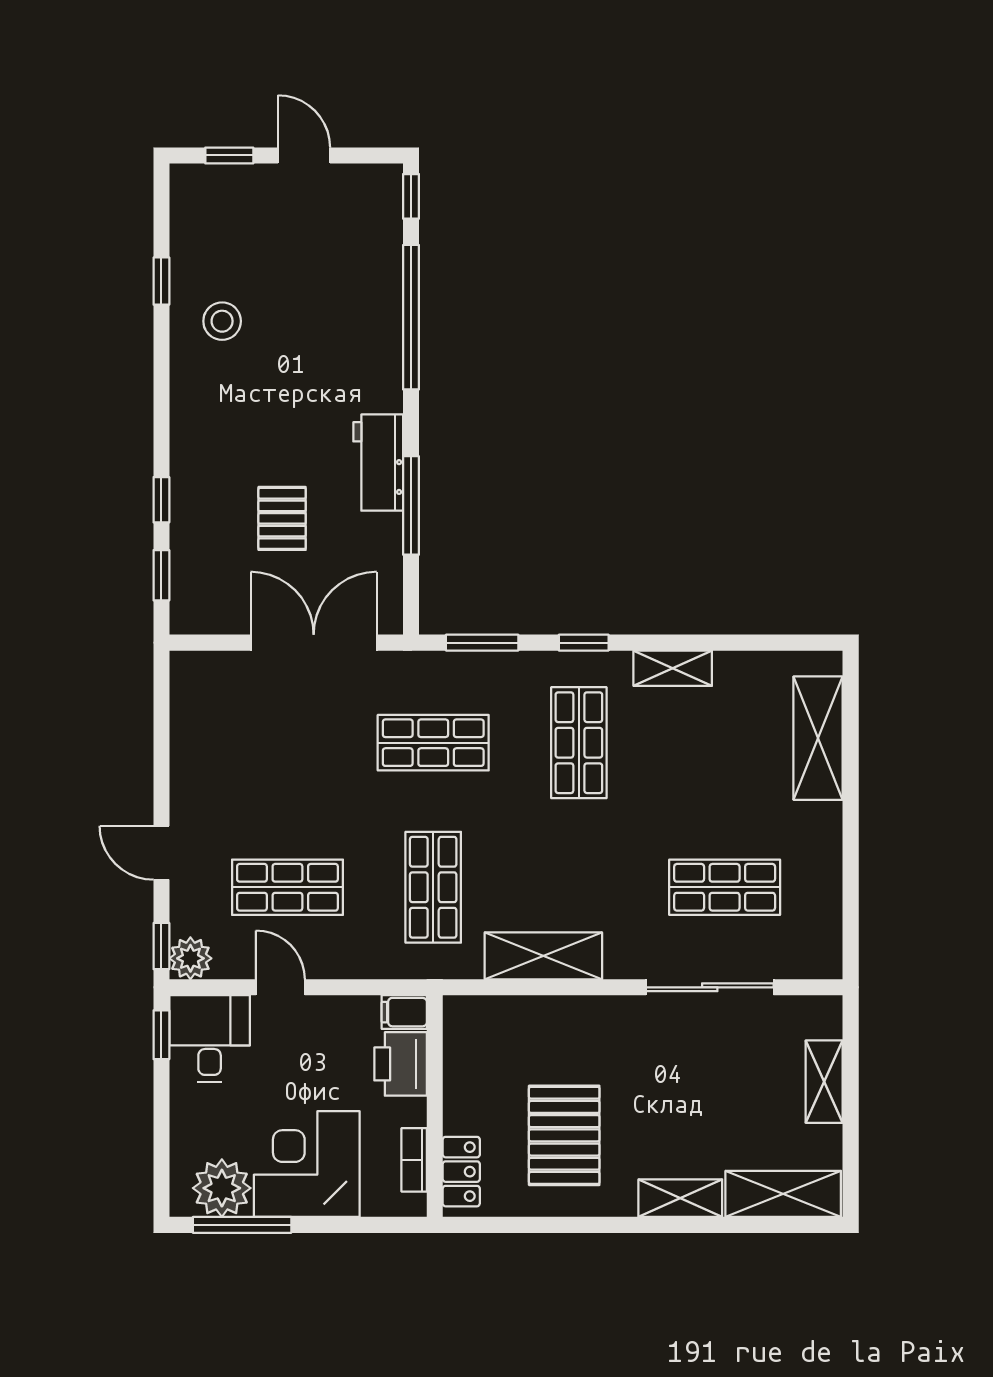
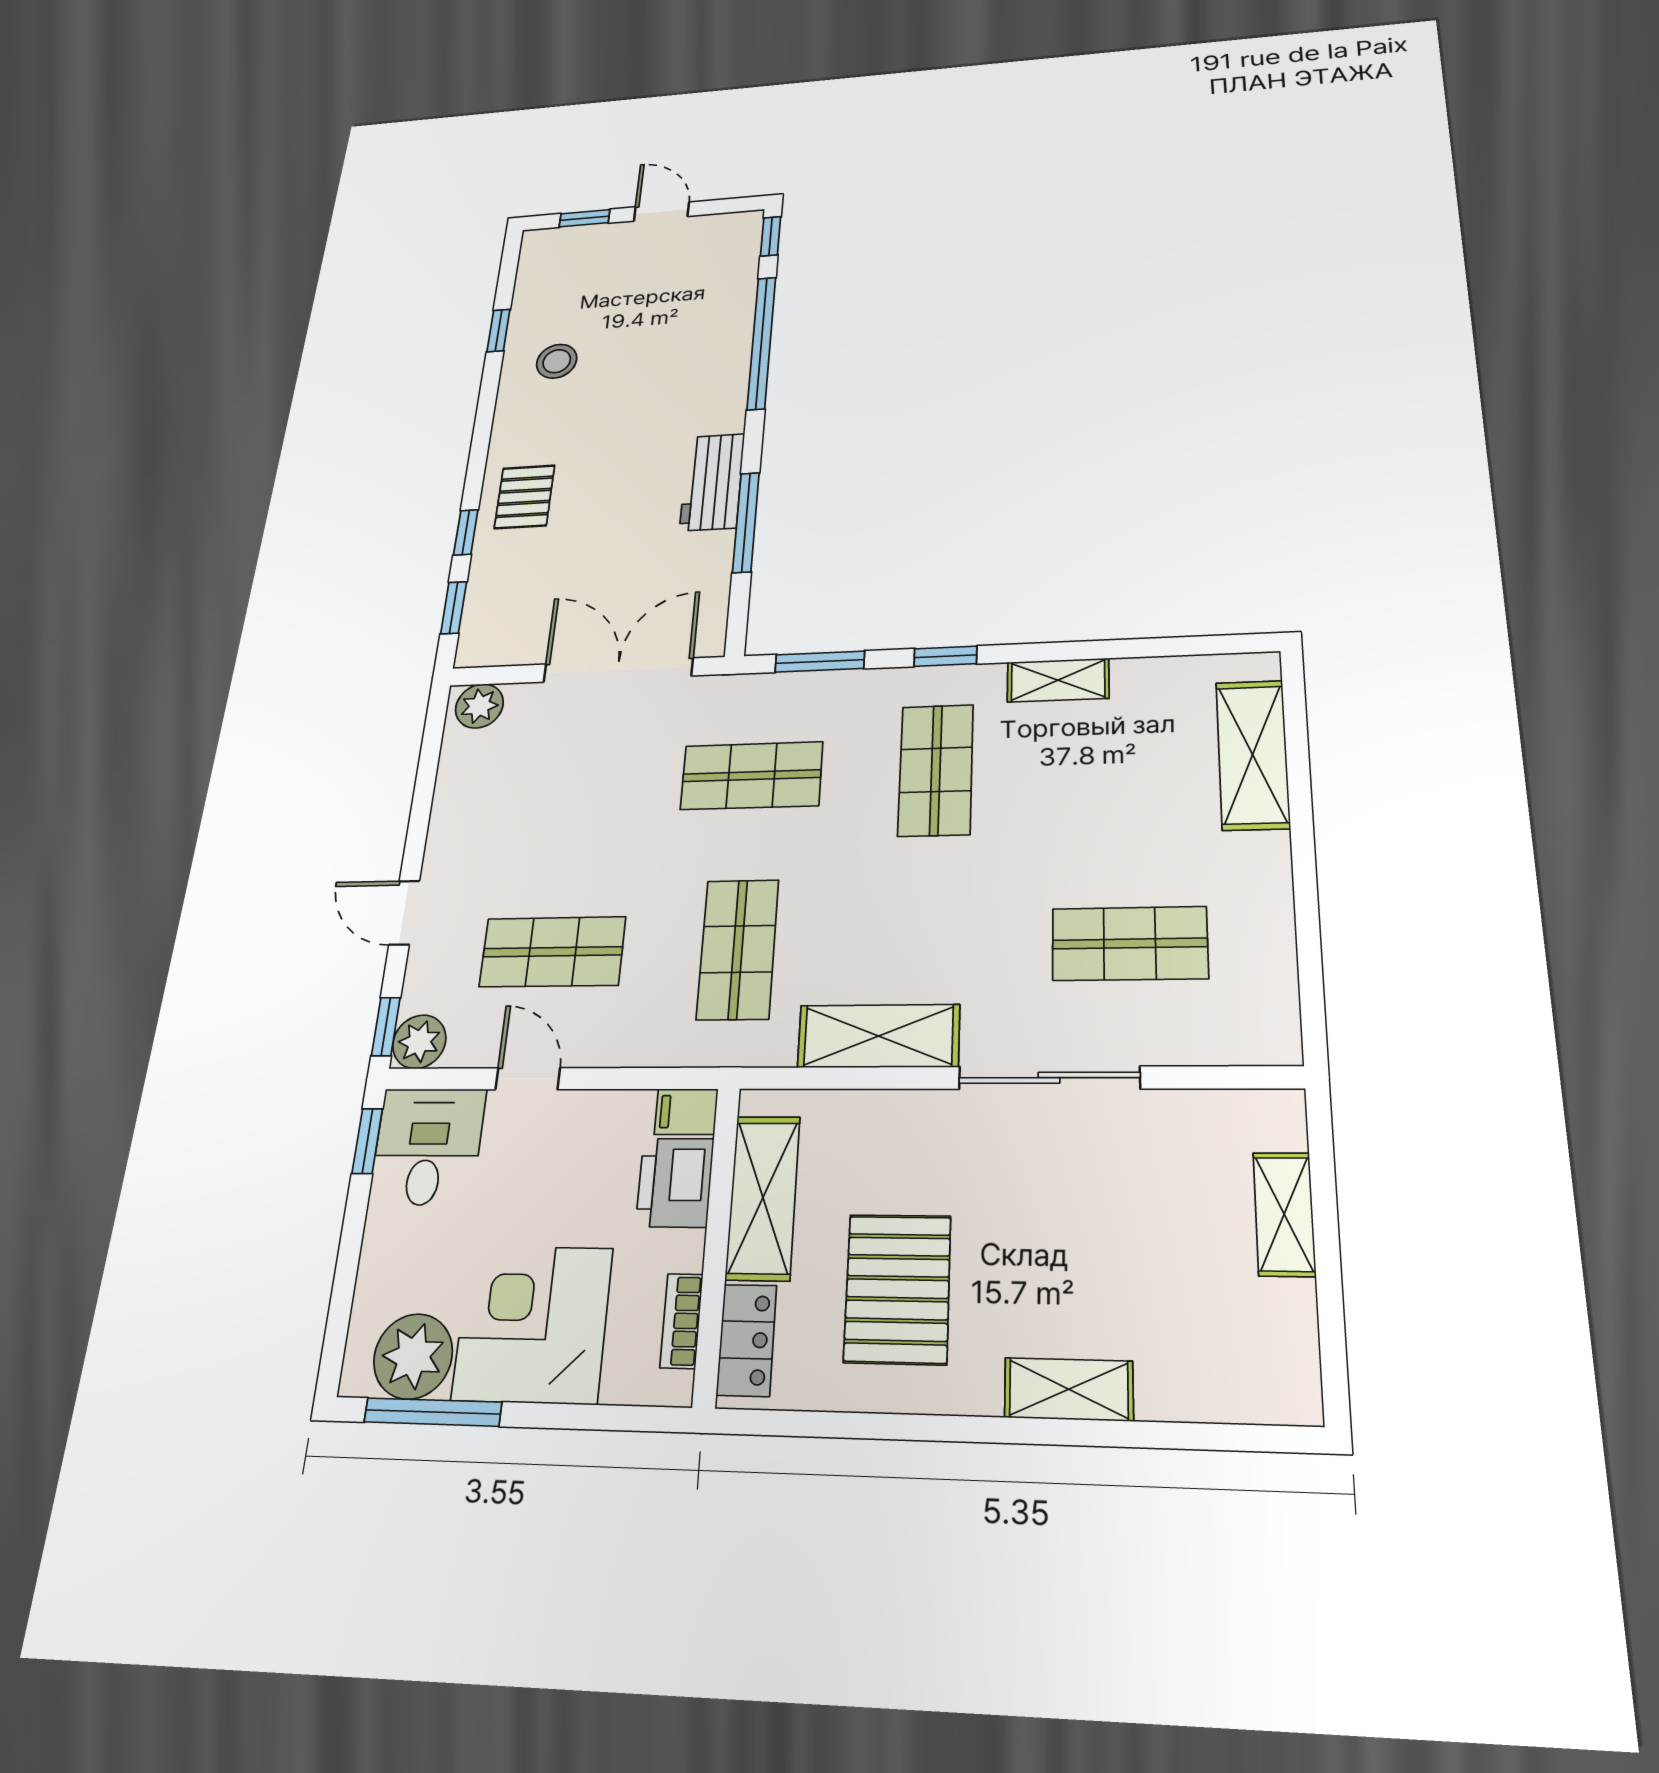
pallet: (282, 518) -> (525, 497), moved
plant: (198, 671) -> (479, 706), added
sliding door: (710, 987) -> (1049, 1078), moved
shelving: (783, 1194) -> (763, 1197), moved, turned 90

